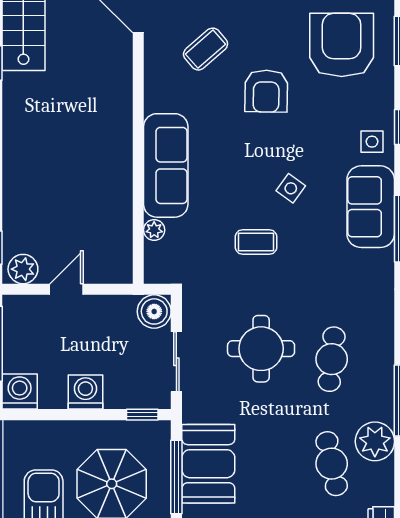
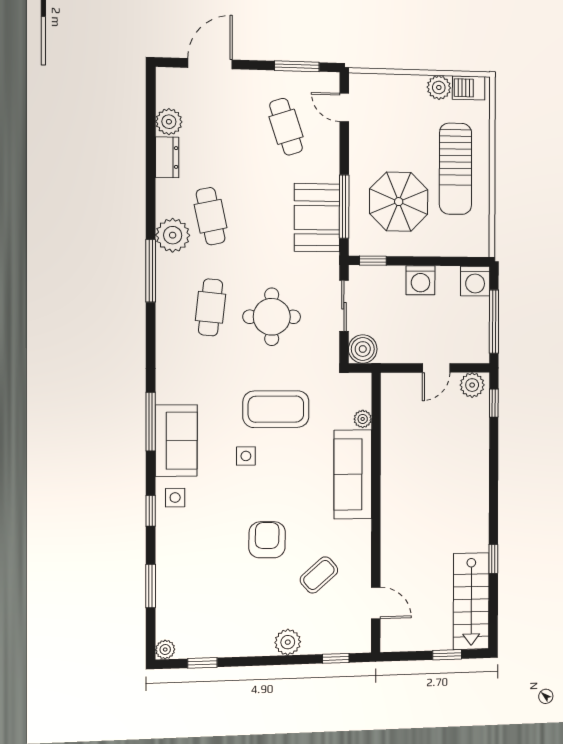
armchair: (342, 45) -> (202, 581), removed
side table: (291, 188) -> (246, 456), turned -36
coffee table: (256, 242) -> (276, 409), width x1.86, depth x1.72

